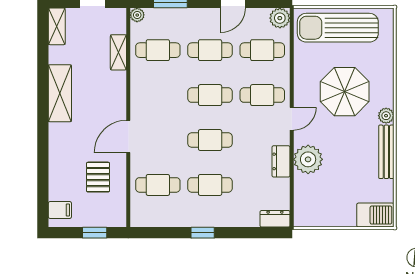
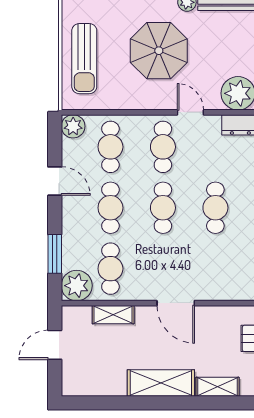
plant: (137, 15) -> (77, 286), width x1.88, depth x1.88
shelving: (57, 26) -> (217, 387), moved
sun lounger: (338, 28) -> (84, 59), width x0.73, depth x0.75
door: (128, 136) -> (176, 303), moved

